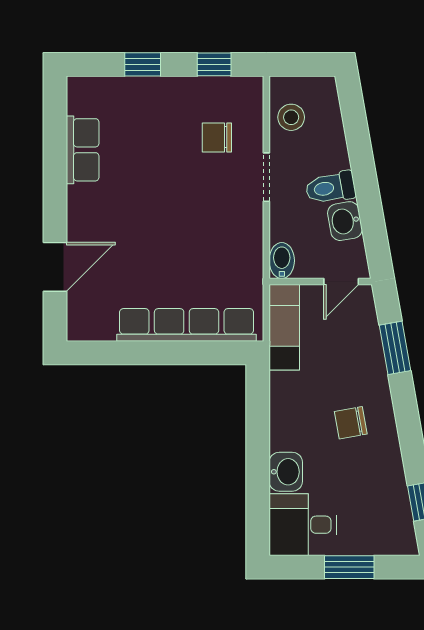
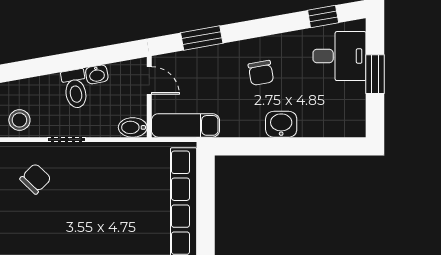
chair: (217, 137) -> (35, 179), turned -136
washbasin: (345, 221) -> (97, 74), width x0.72, depth x0.69
washbasin: (286, 472) -> (281, 124), moved
desk: (303, 525) -> (339, 56), moved, turned -90

